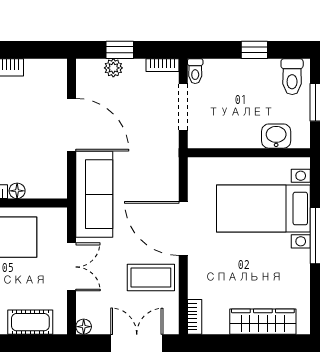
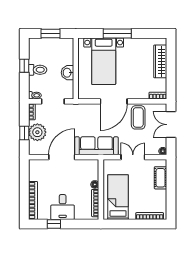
plant: (113, 68) -> (37, 132), width x1.87, depth x1.87
toilet: (292, 77) -> (38, 70), moved
washbasin: (276, 136) -> (67, 73), moved

